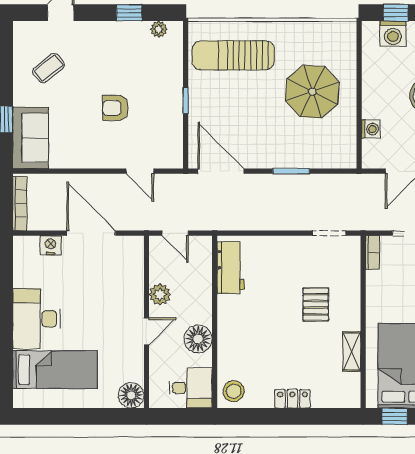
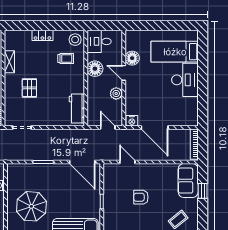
armchair: (115, 108) -> (141, 197), turned 180
nightstand: (51, 245) -> (132, 121), moved
door: (146, 331) -> (124, 73), hinge flipped
trolley: (251, 357) -> (66, 59), added
floor lamp: (131, 395) -> (132, 58), moved

